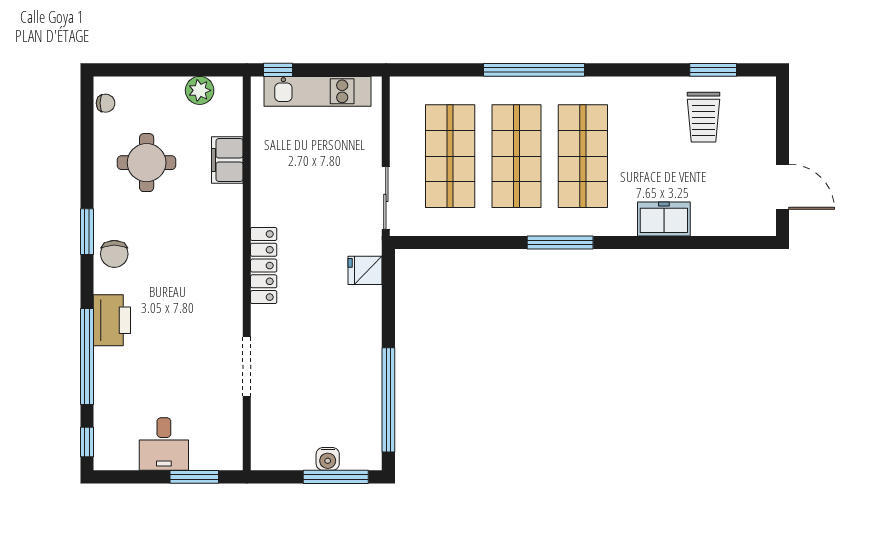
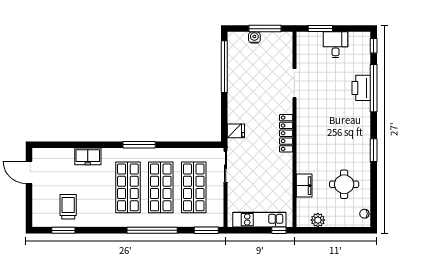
window: (425, 70) -> (206, 230), added
chair: (114, 254) -> (360, 139), removed
printer: (112, 320) -> (361, 88), moved
window: (336, 477) -> (265, 29), moved

